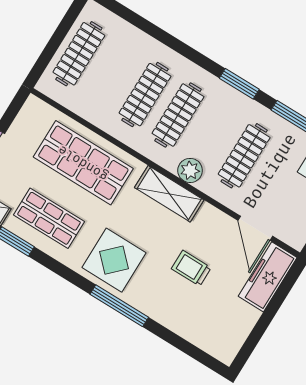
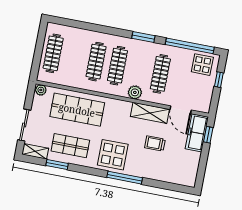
plant: (35, 107) -> (41, 90), added
shelving: (169, 194) -> (150, 113), moved
window: (285, 287) -> (208, 135), added

